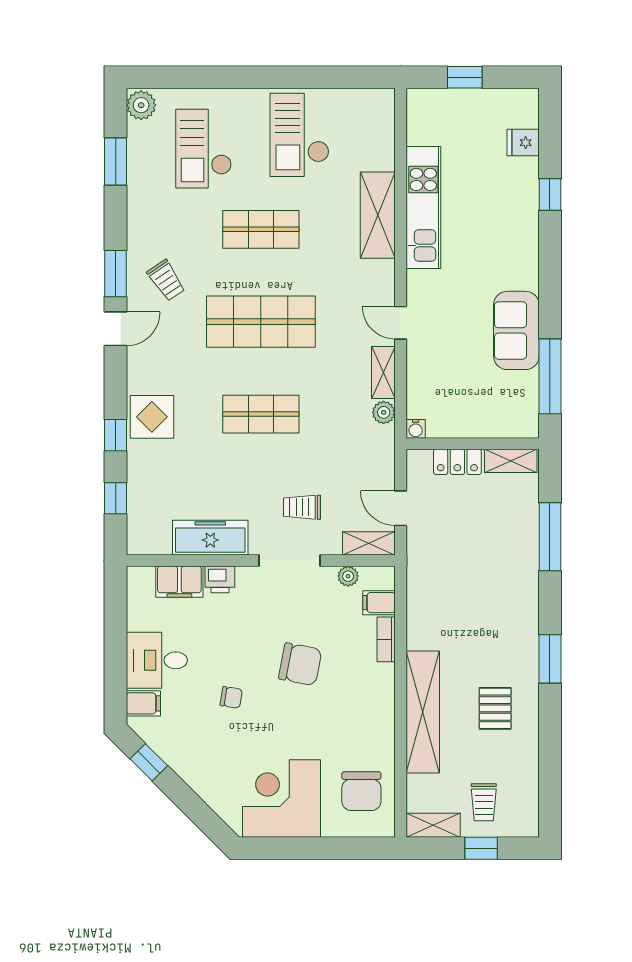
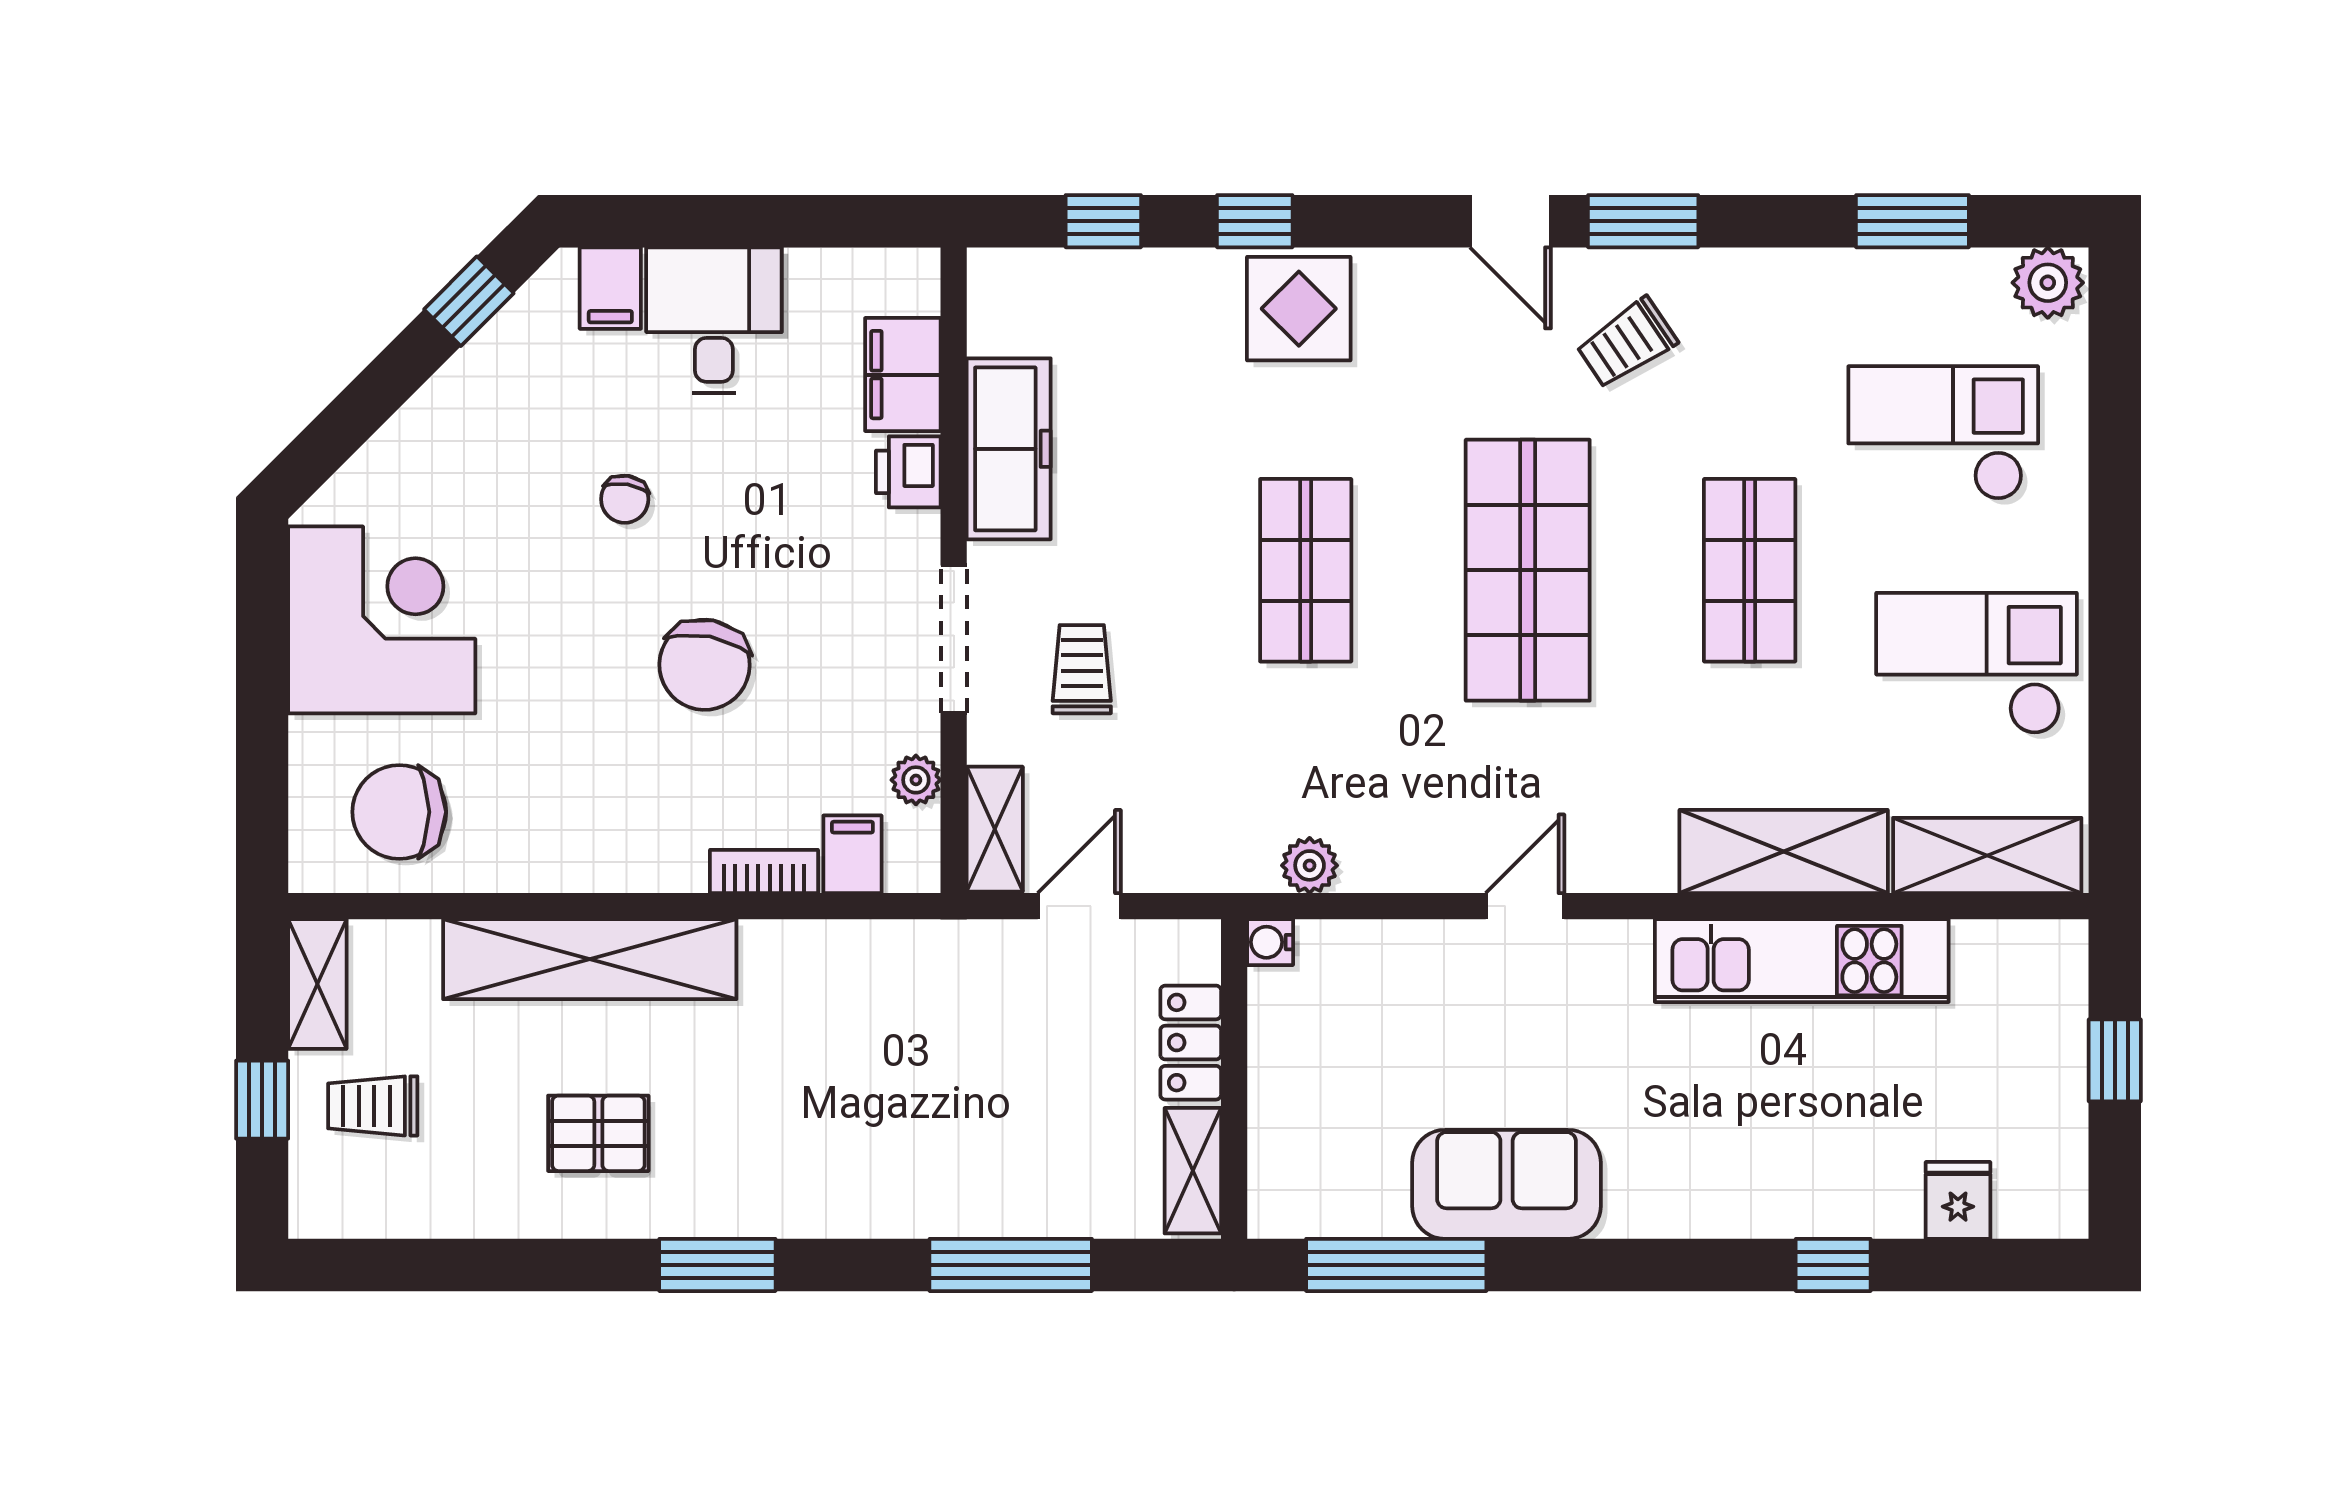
shelving: (383, 373) -> (1987, 855), moved, width x1.50, depth x1.33

